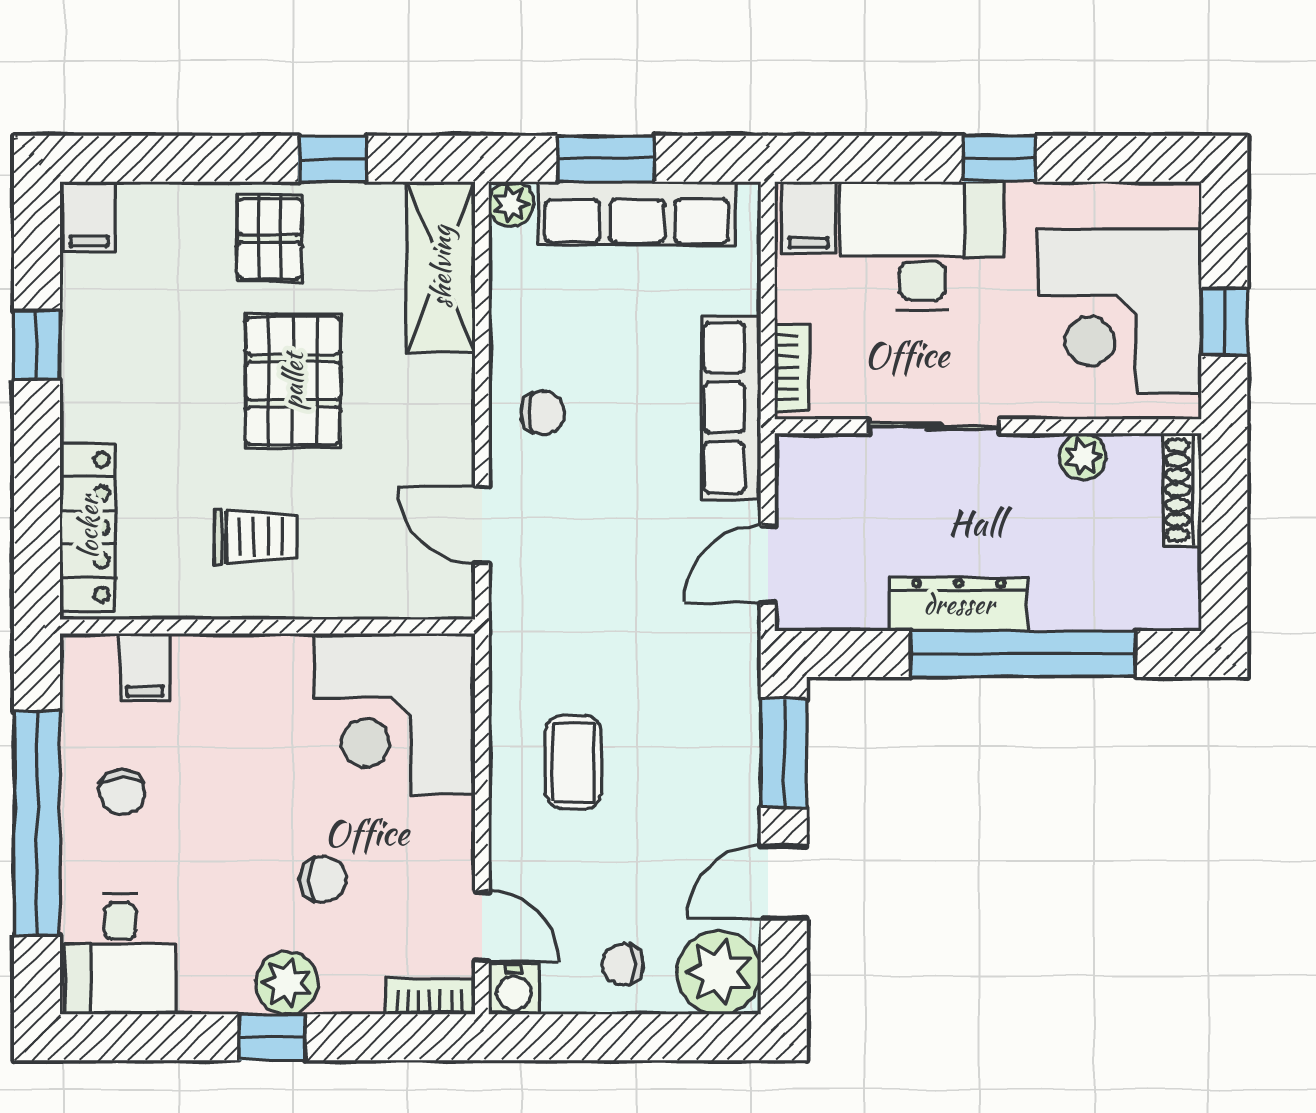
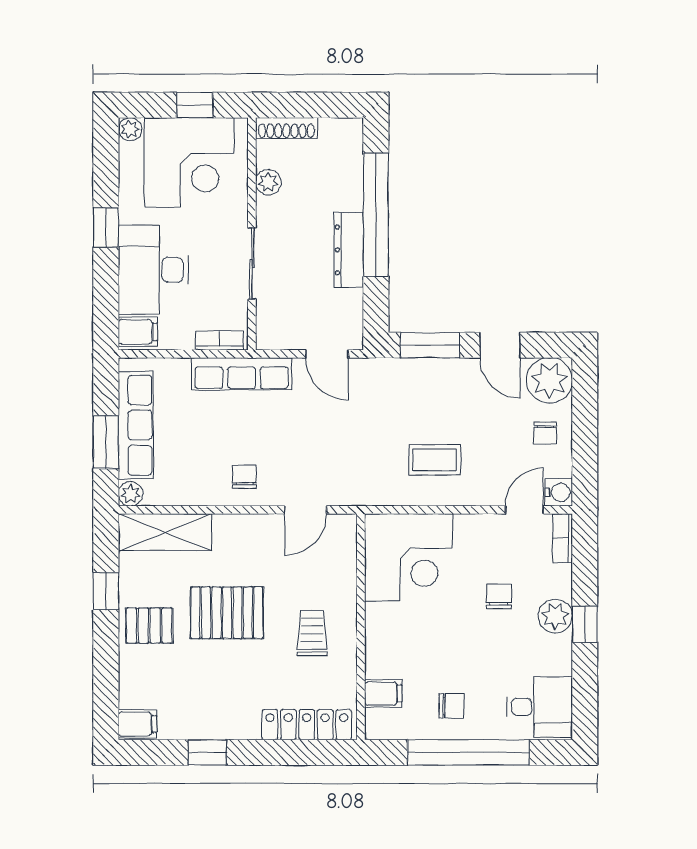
plant: (1180, 203) -> (130, 129), added

